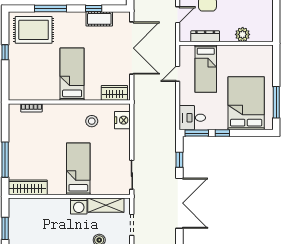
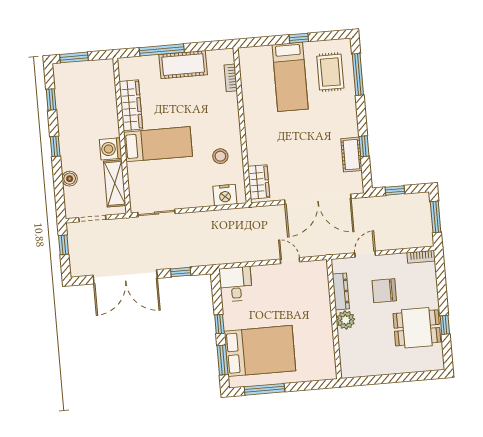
window: (51, 9) -> (358, 74), moved
door: (178, 15) -> (365, 254), swing flipped
rug: (34, 30) -> (330, 72), width x0.73, depth x0.70
plant: (243, 34) -> (346, 320), moved
bed: (206, 69) -> (300, 296), removed
bed: (72, 74) -> (290, 77), moved, turned 90
window: (197, 133) -> (223, 360), moved
cot: (18, 144) -> (183, 65), added
wardrobe: (28, 187) -> (131, 105), moved

